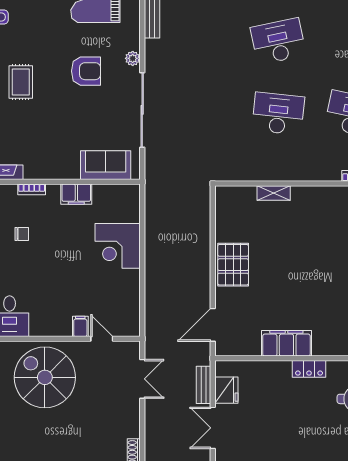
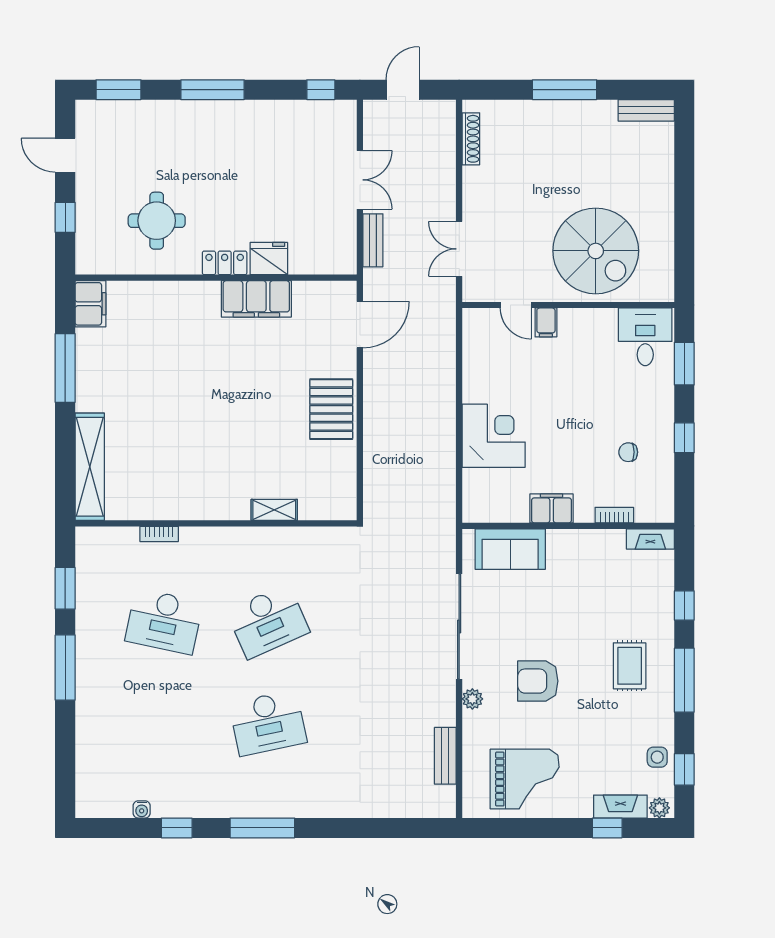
desk: (278, 114) -> (268, 621), turned -30
fridge: (226, 390) -> (269, 259), moved, turned 90

